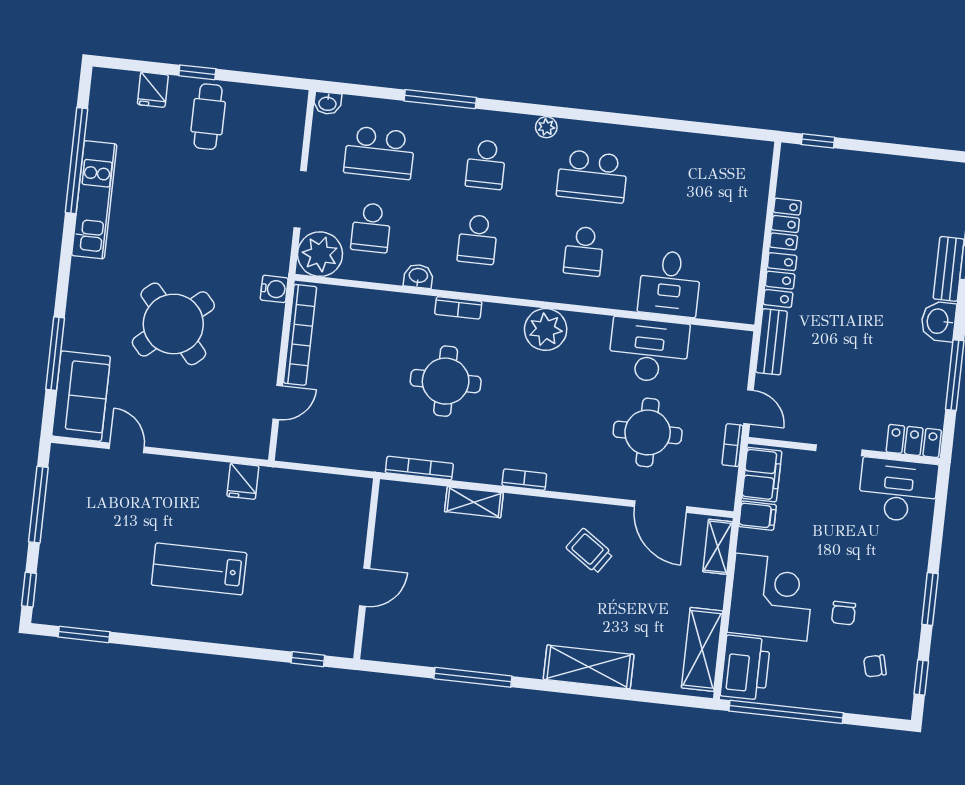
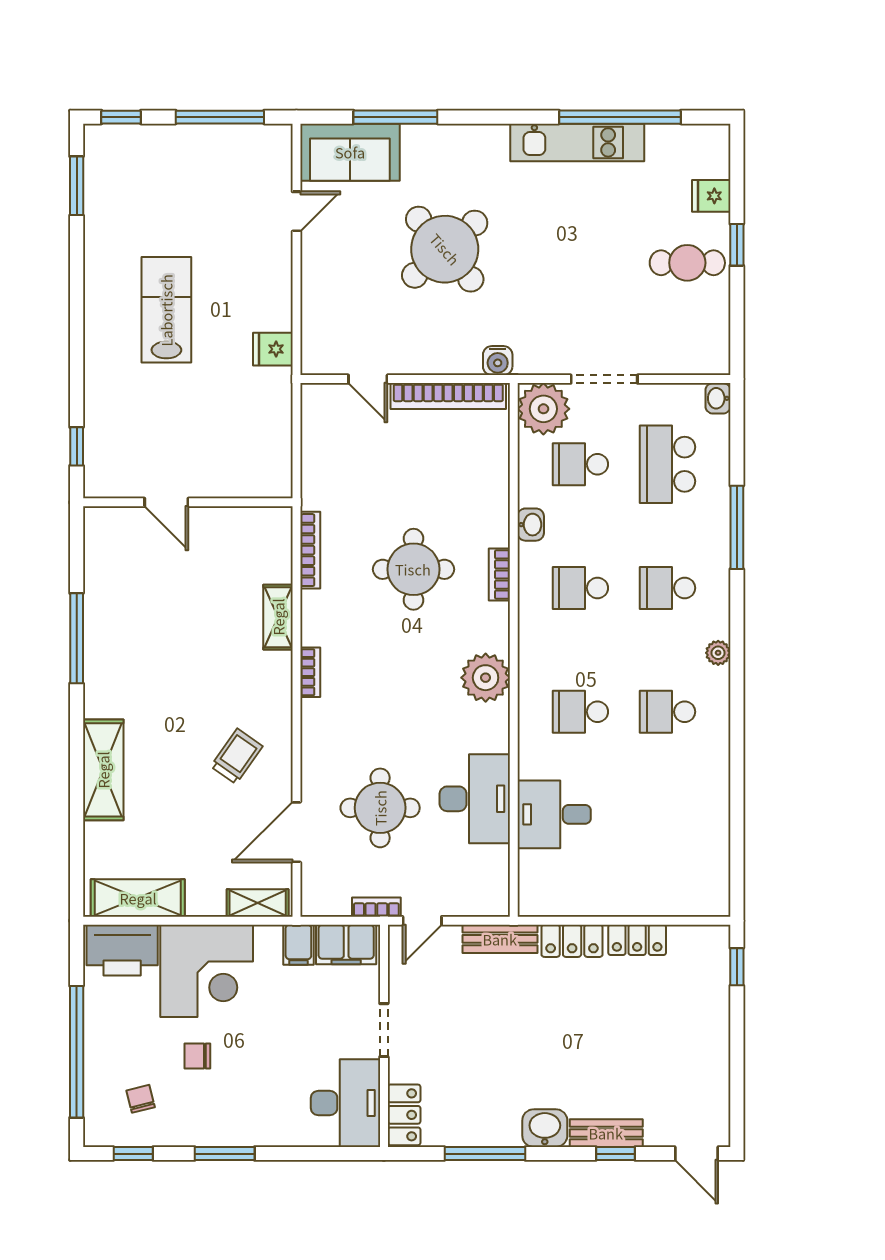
school desk: (592, 176) -> (668, 712), width x0.54
window: (786, 712) -> (77, 1052), moved

